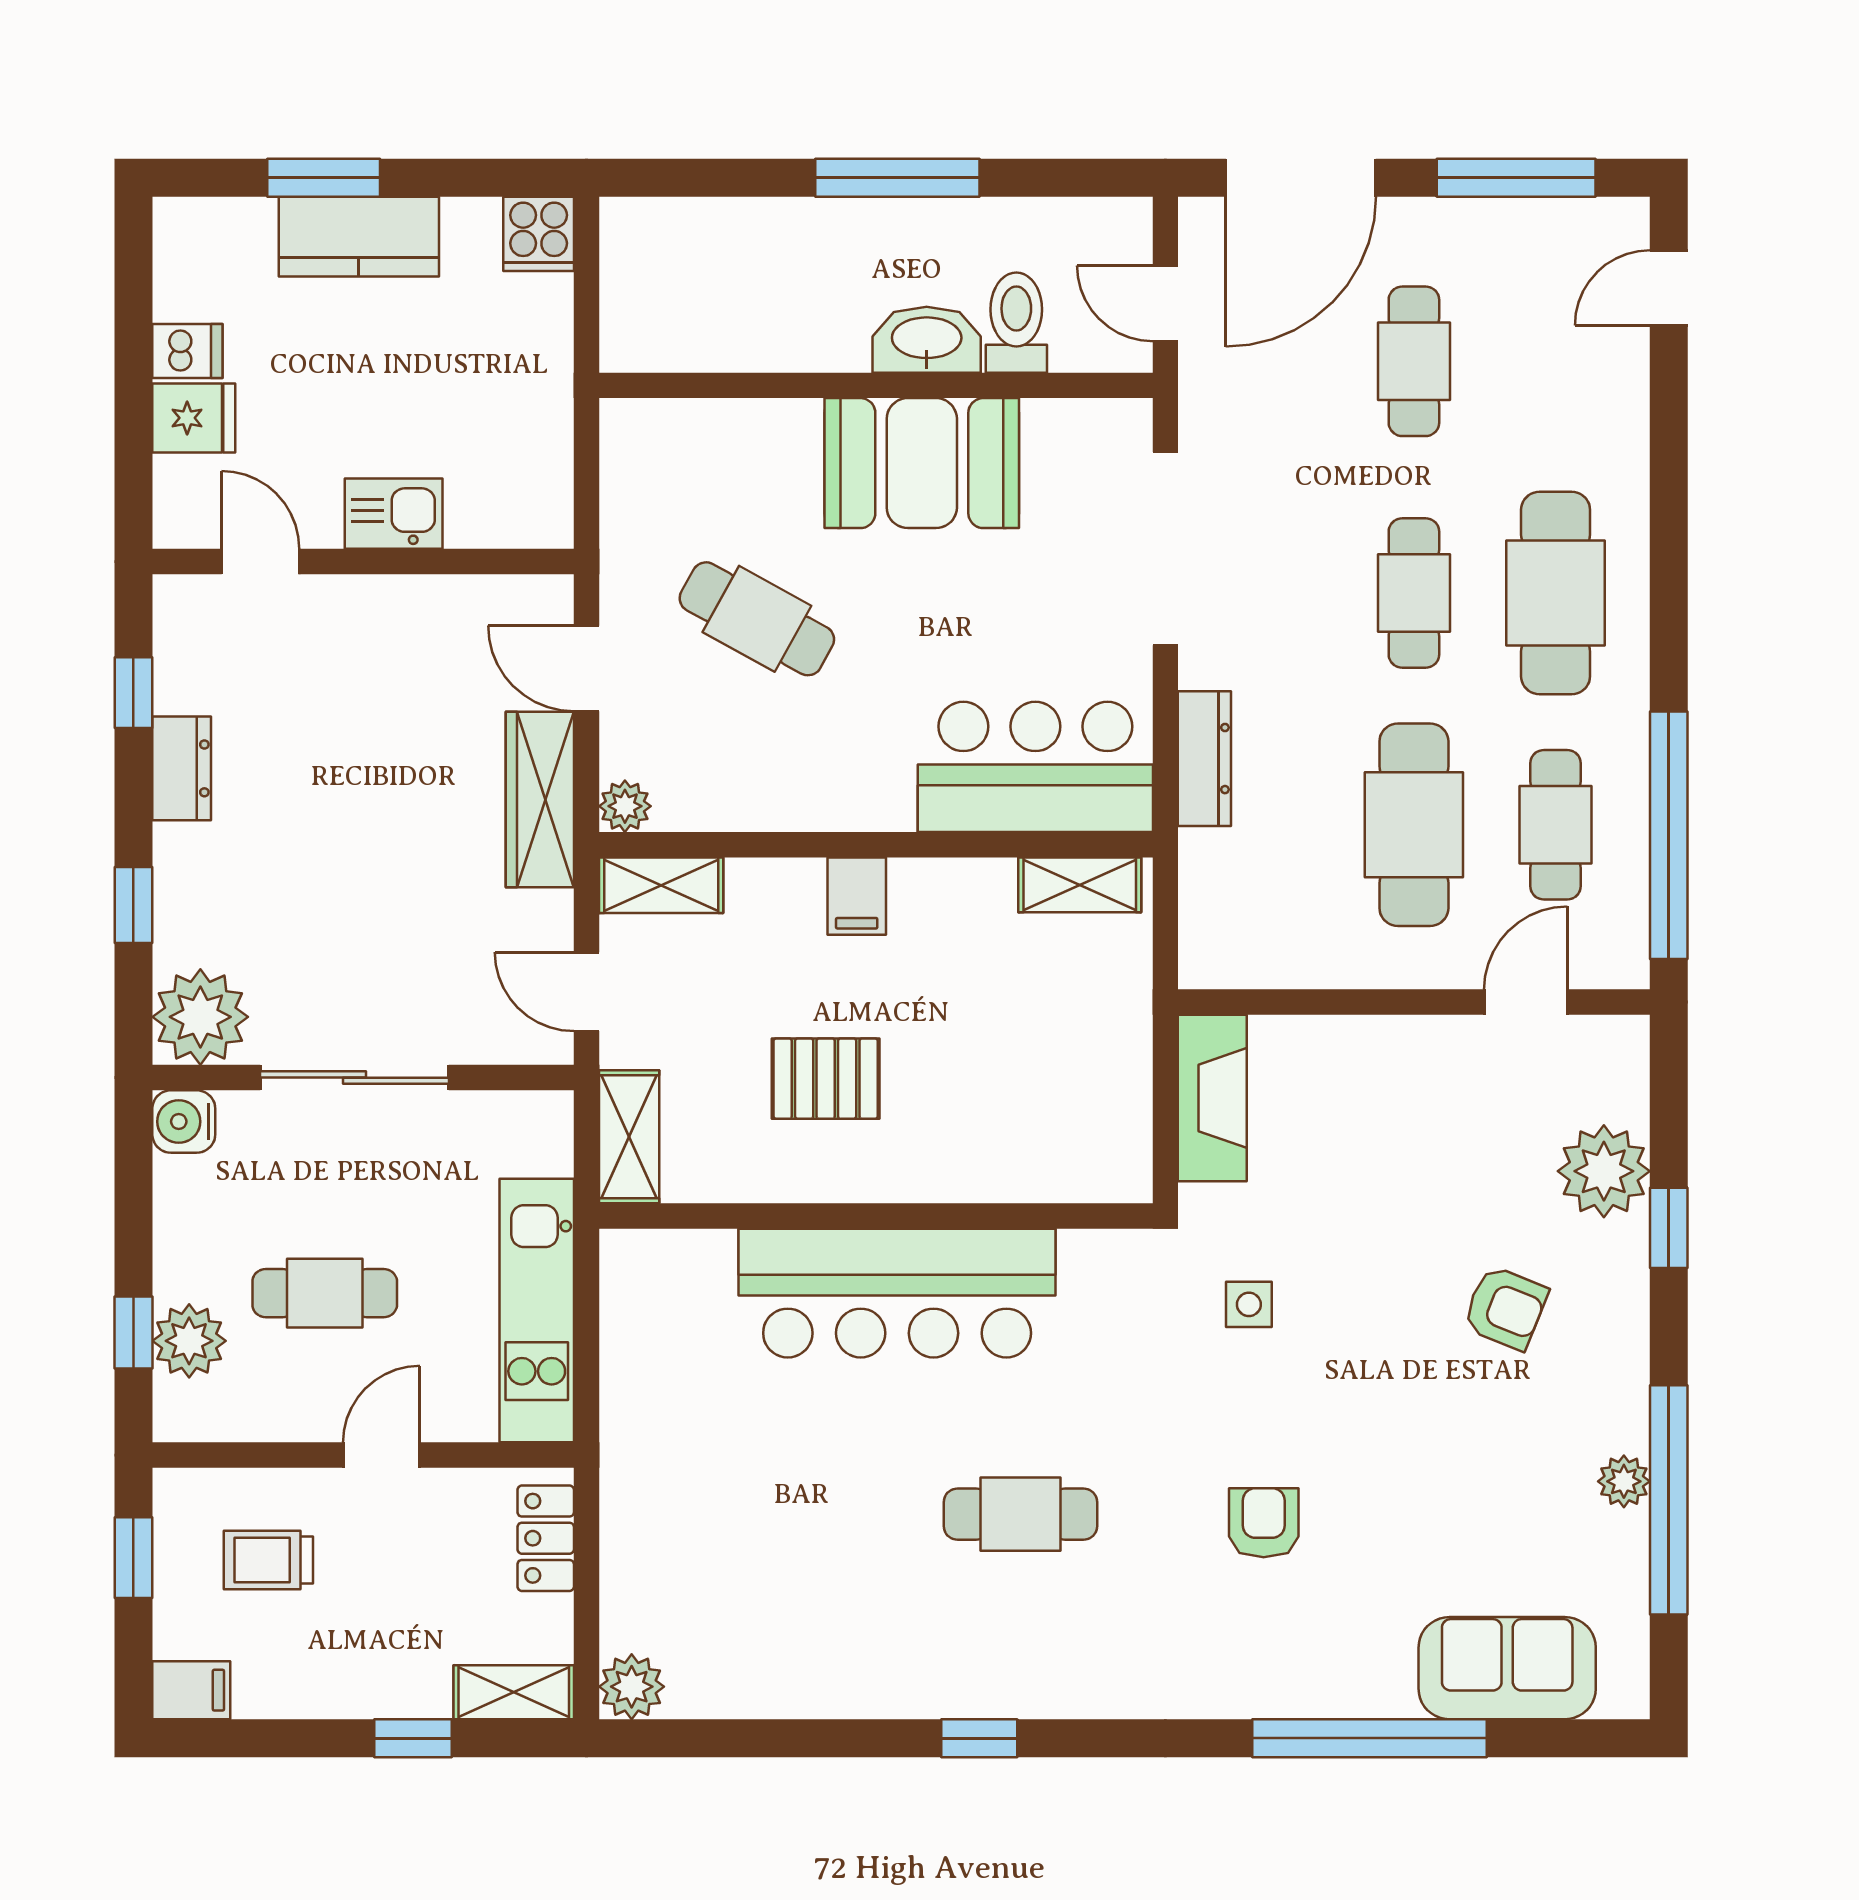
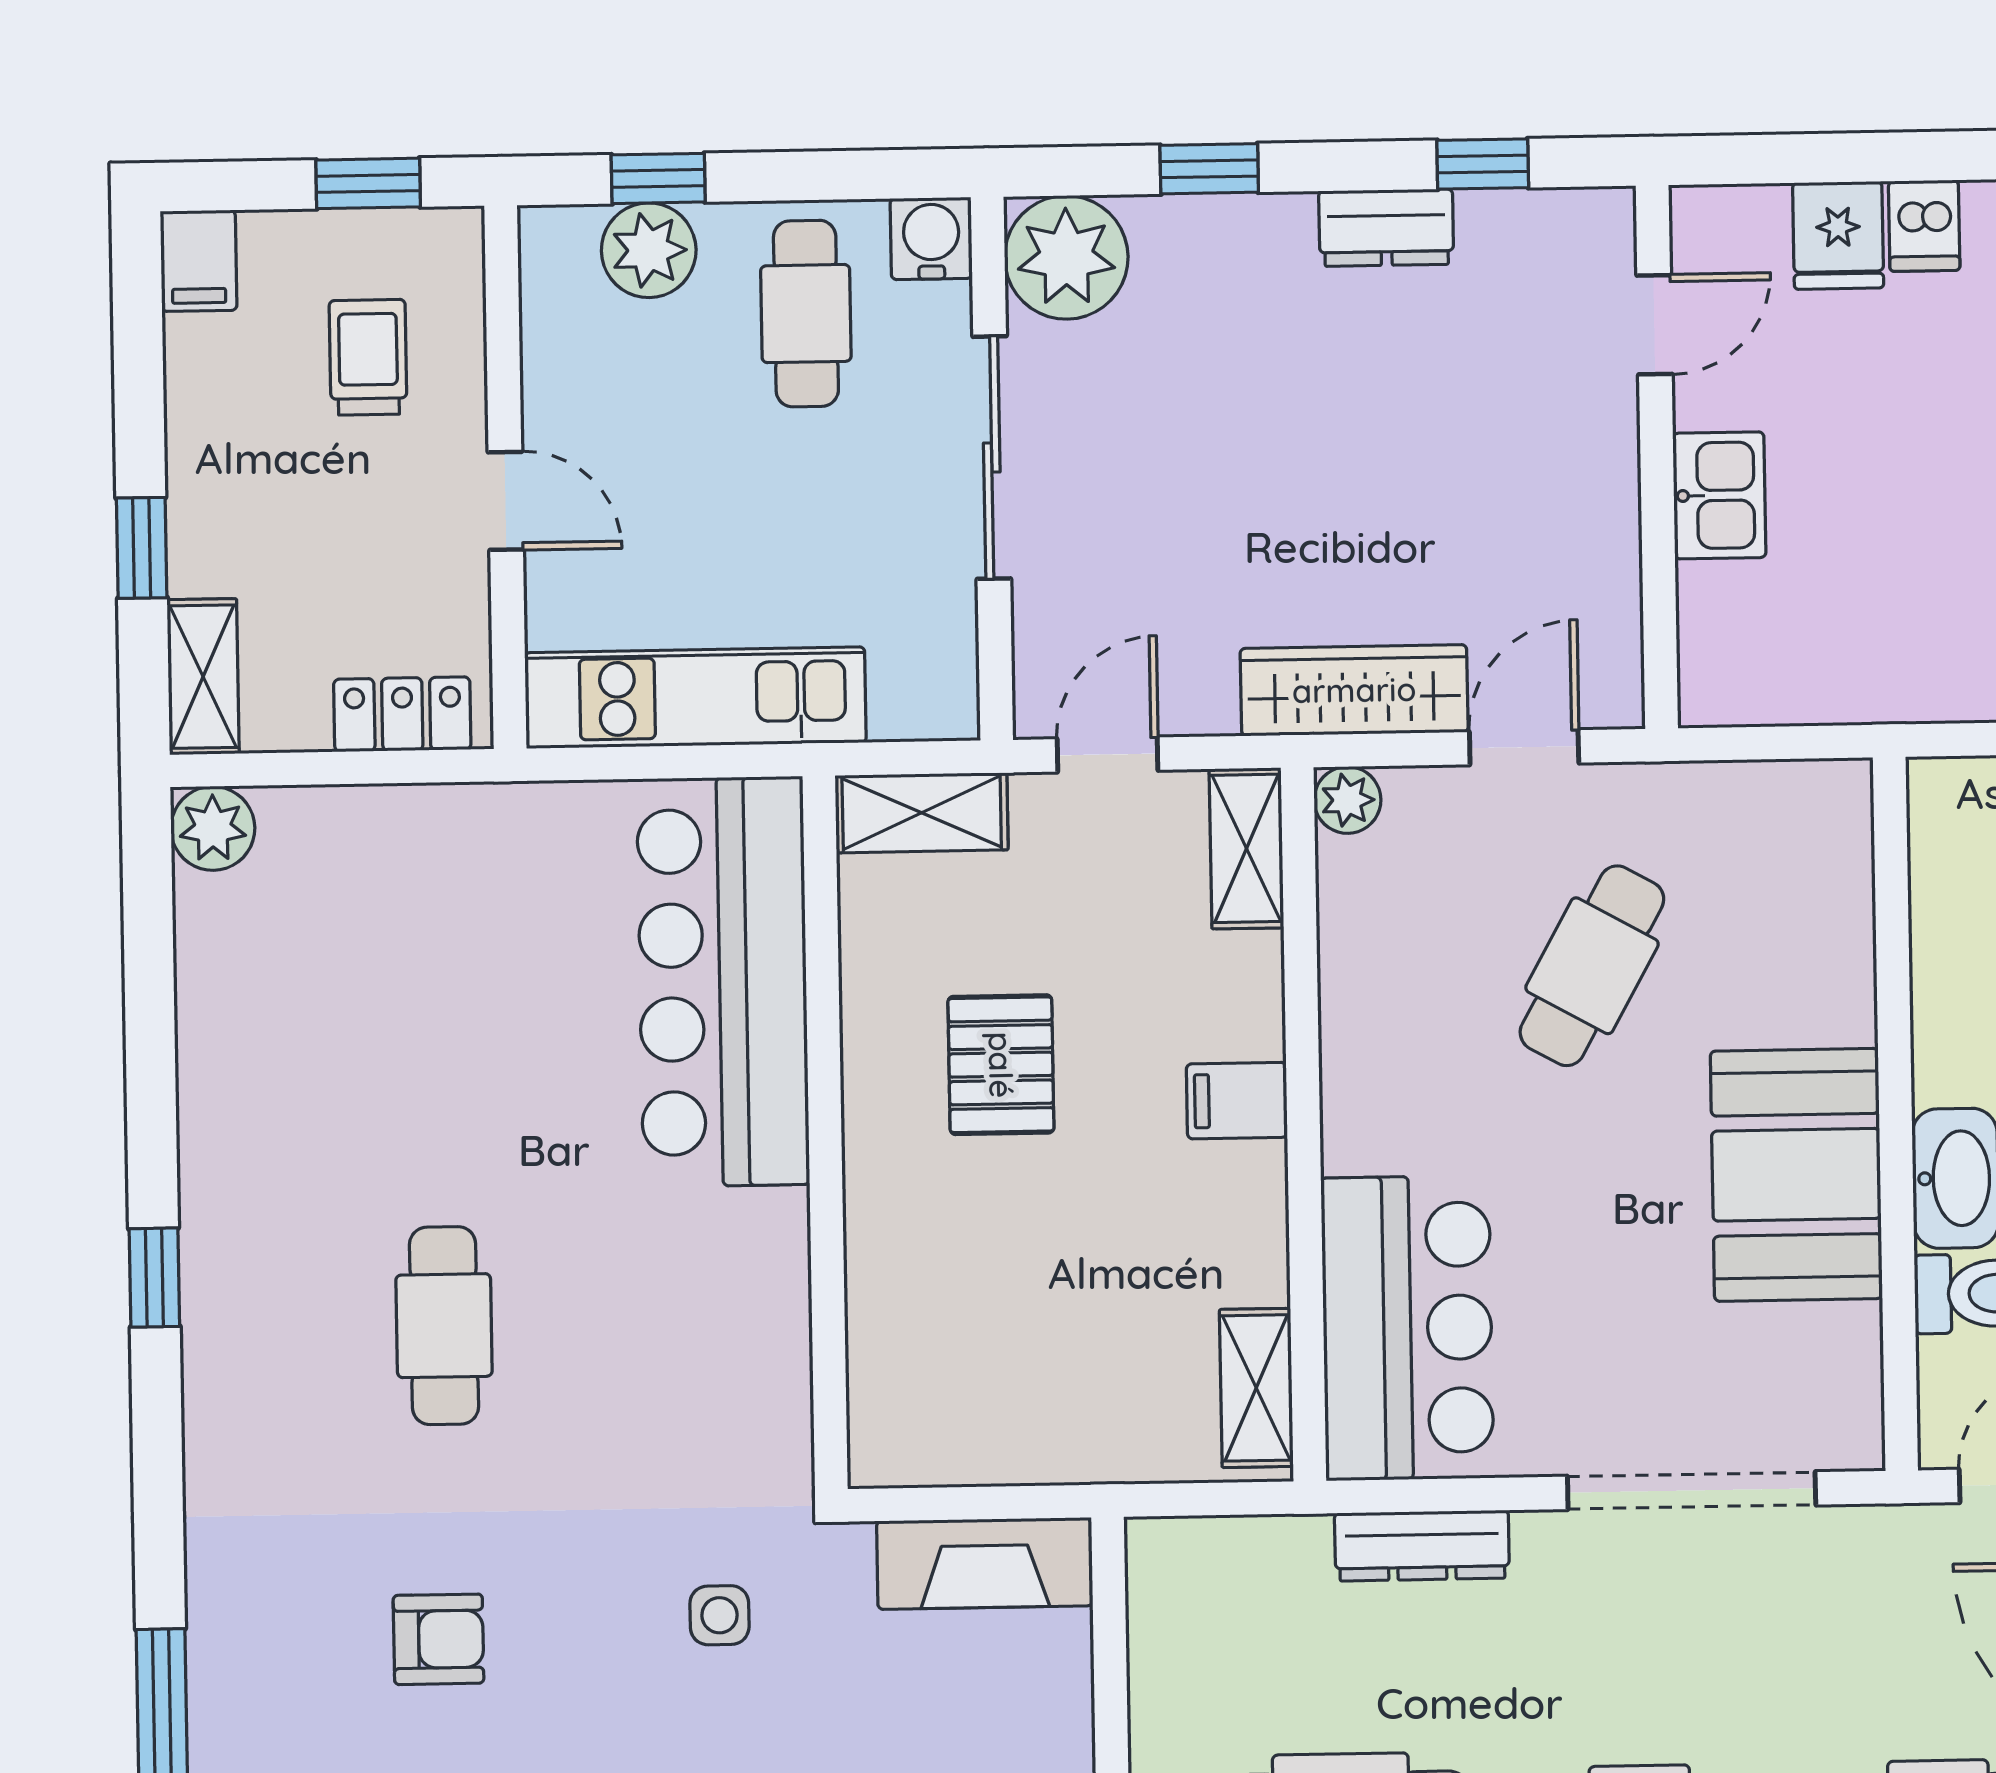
cafe table: (325, 1293) -> (806, 314), moved
bar counter: (897, 1293) -> (723, 982), moved

